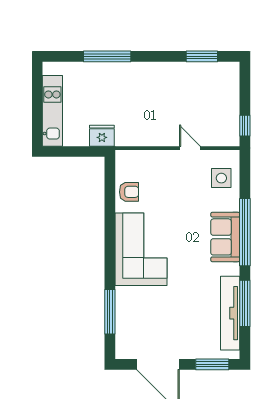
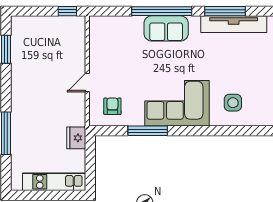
door: (190, 148) -> (87, 82), moved
side table: (221, 178) -> (233, 103), moved
armchair: (129, 192) -> (112, 106), moved
window: (110, 312) -> (148, 131), moved

